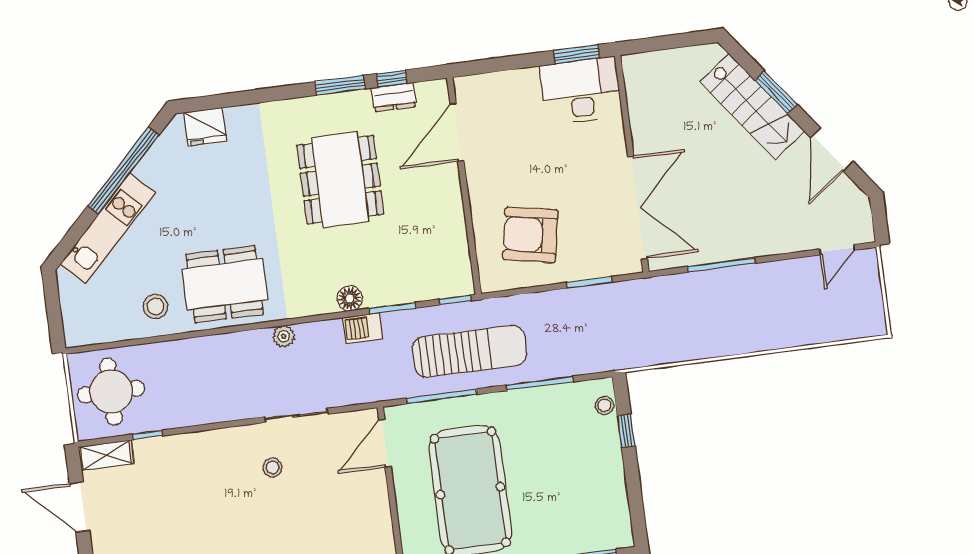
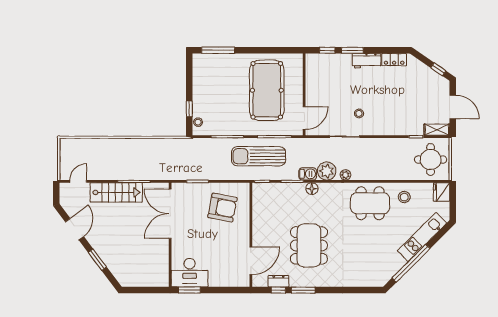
stairs: (752, 106) -> (116, 192), moved, turned 127
fridge: (205, 127) -> (442, 192), moved, turned -90
plant: (324, 339) -> (327, 171), added

